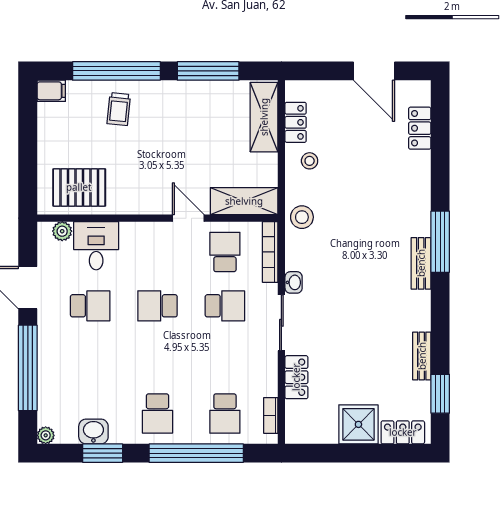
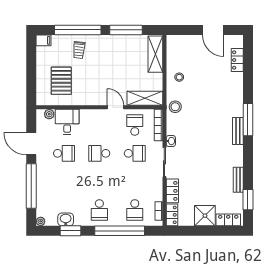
locker: (296, 122) -> (172, 215), moved
pallet: (79, 187) -> (61, 81), moved, turned 90

